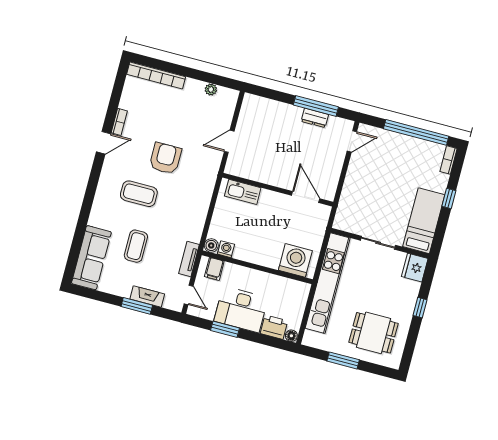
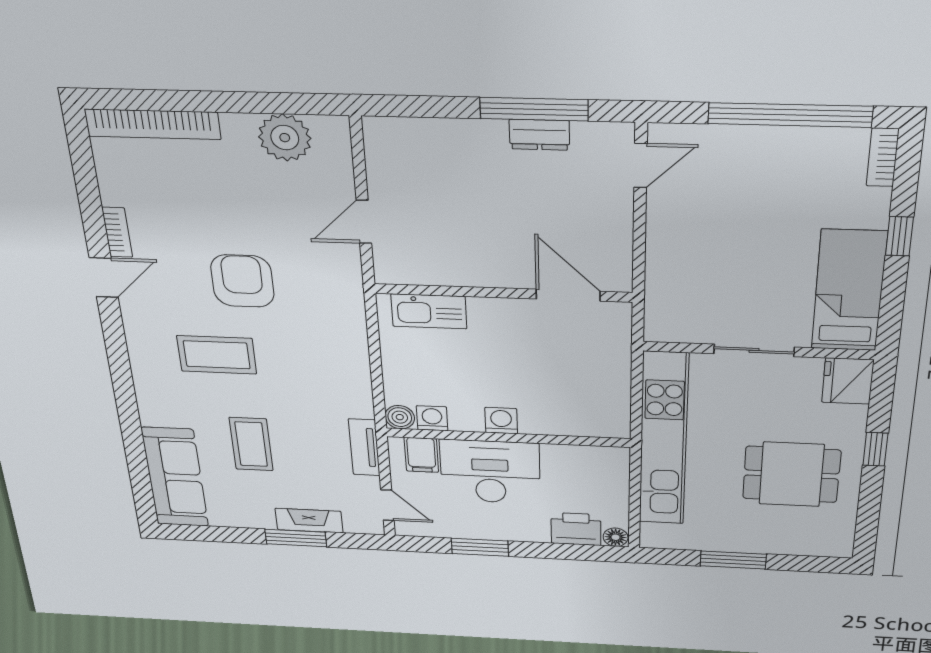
plant: (211, 89) -> (285, 138), width x1.88, depth x1.88
washing machine: (295, 260) -> (501, 421), moved, width x0.53, depth x0.53
desk: (241, 309) -> (490, 472), moved, turned 180
dining table: (373, 333) -> (791, 474), moved

